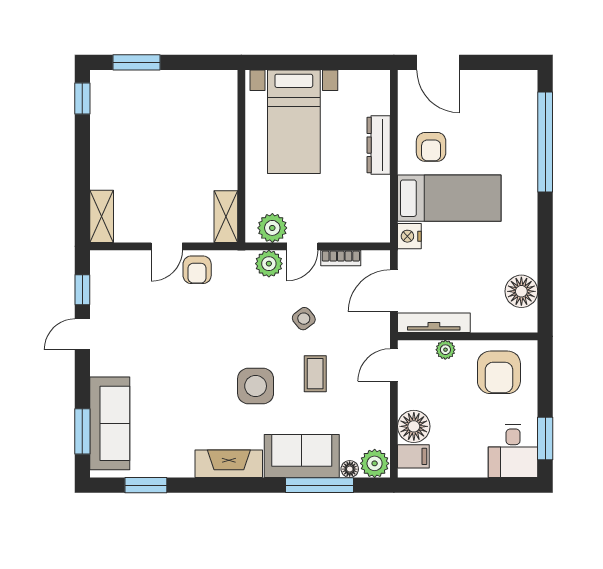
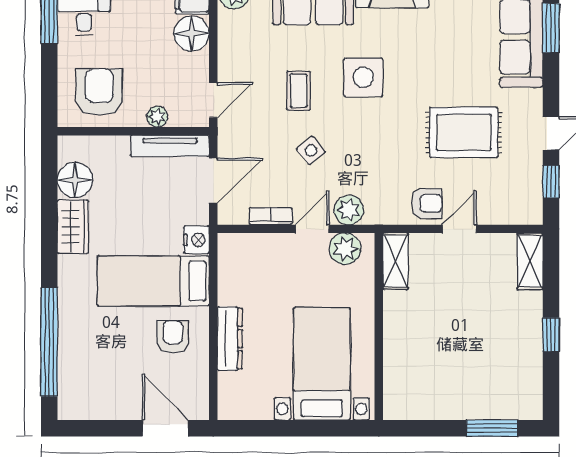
window: (82, 98) -> (551, 335), moved
wardrobe: (523, 248) -> (73, 227), added
armchair: (197, 270) -> (427, 203), turned 90
rug: (163, 335) -> (464, 132), added

